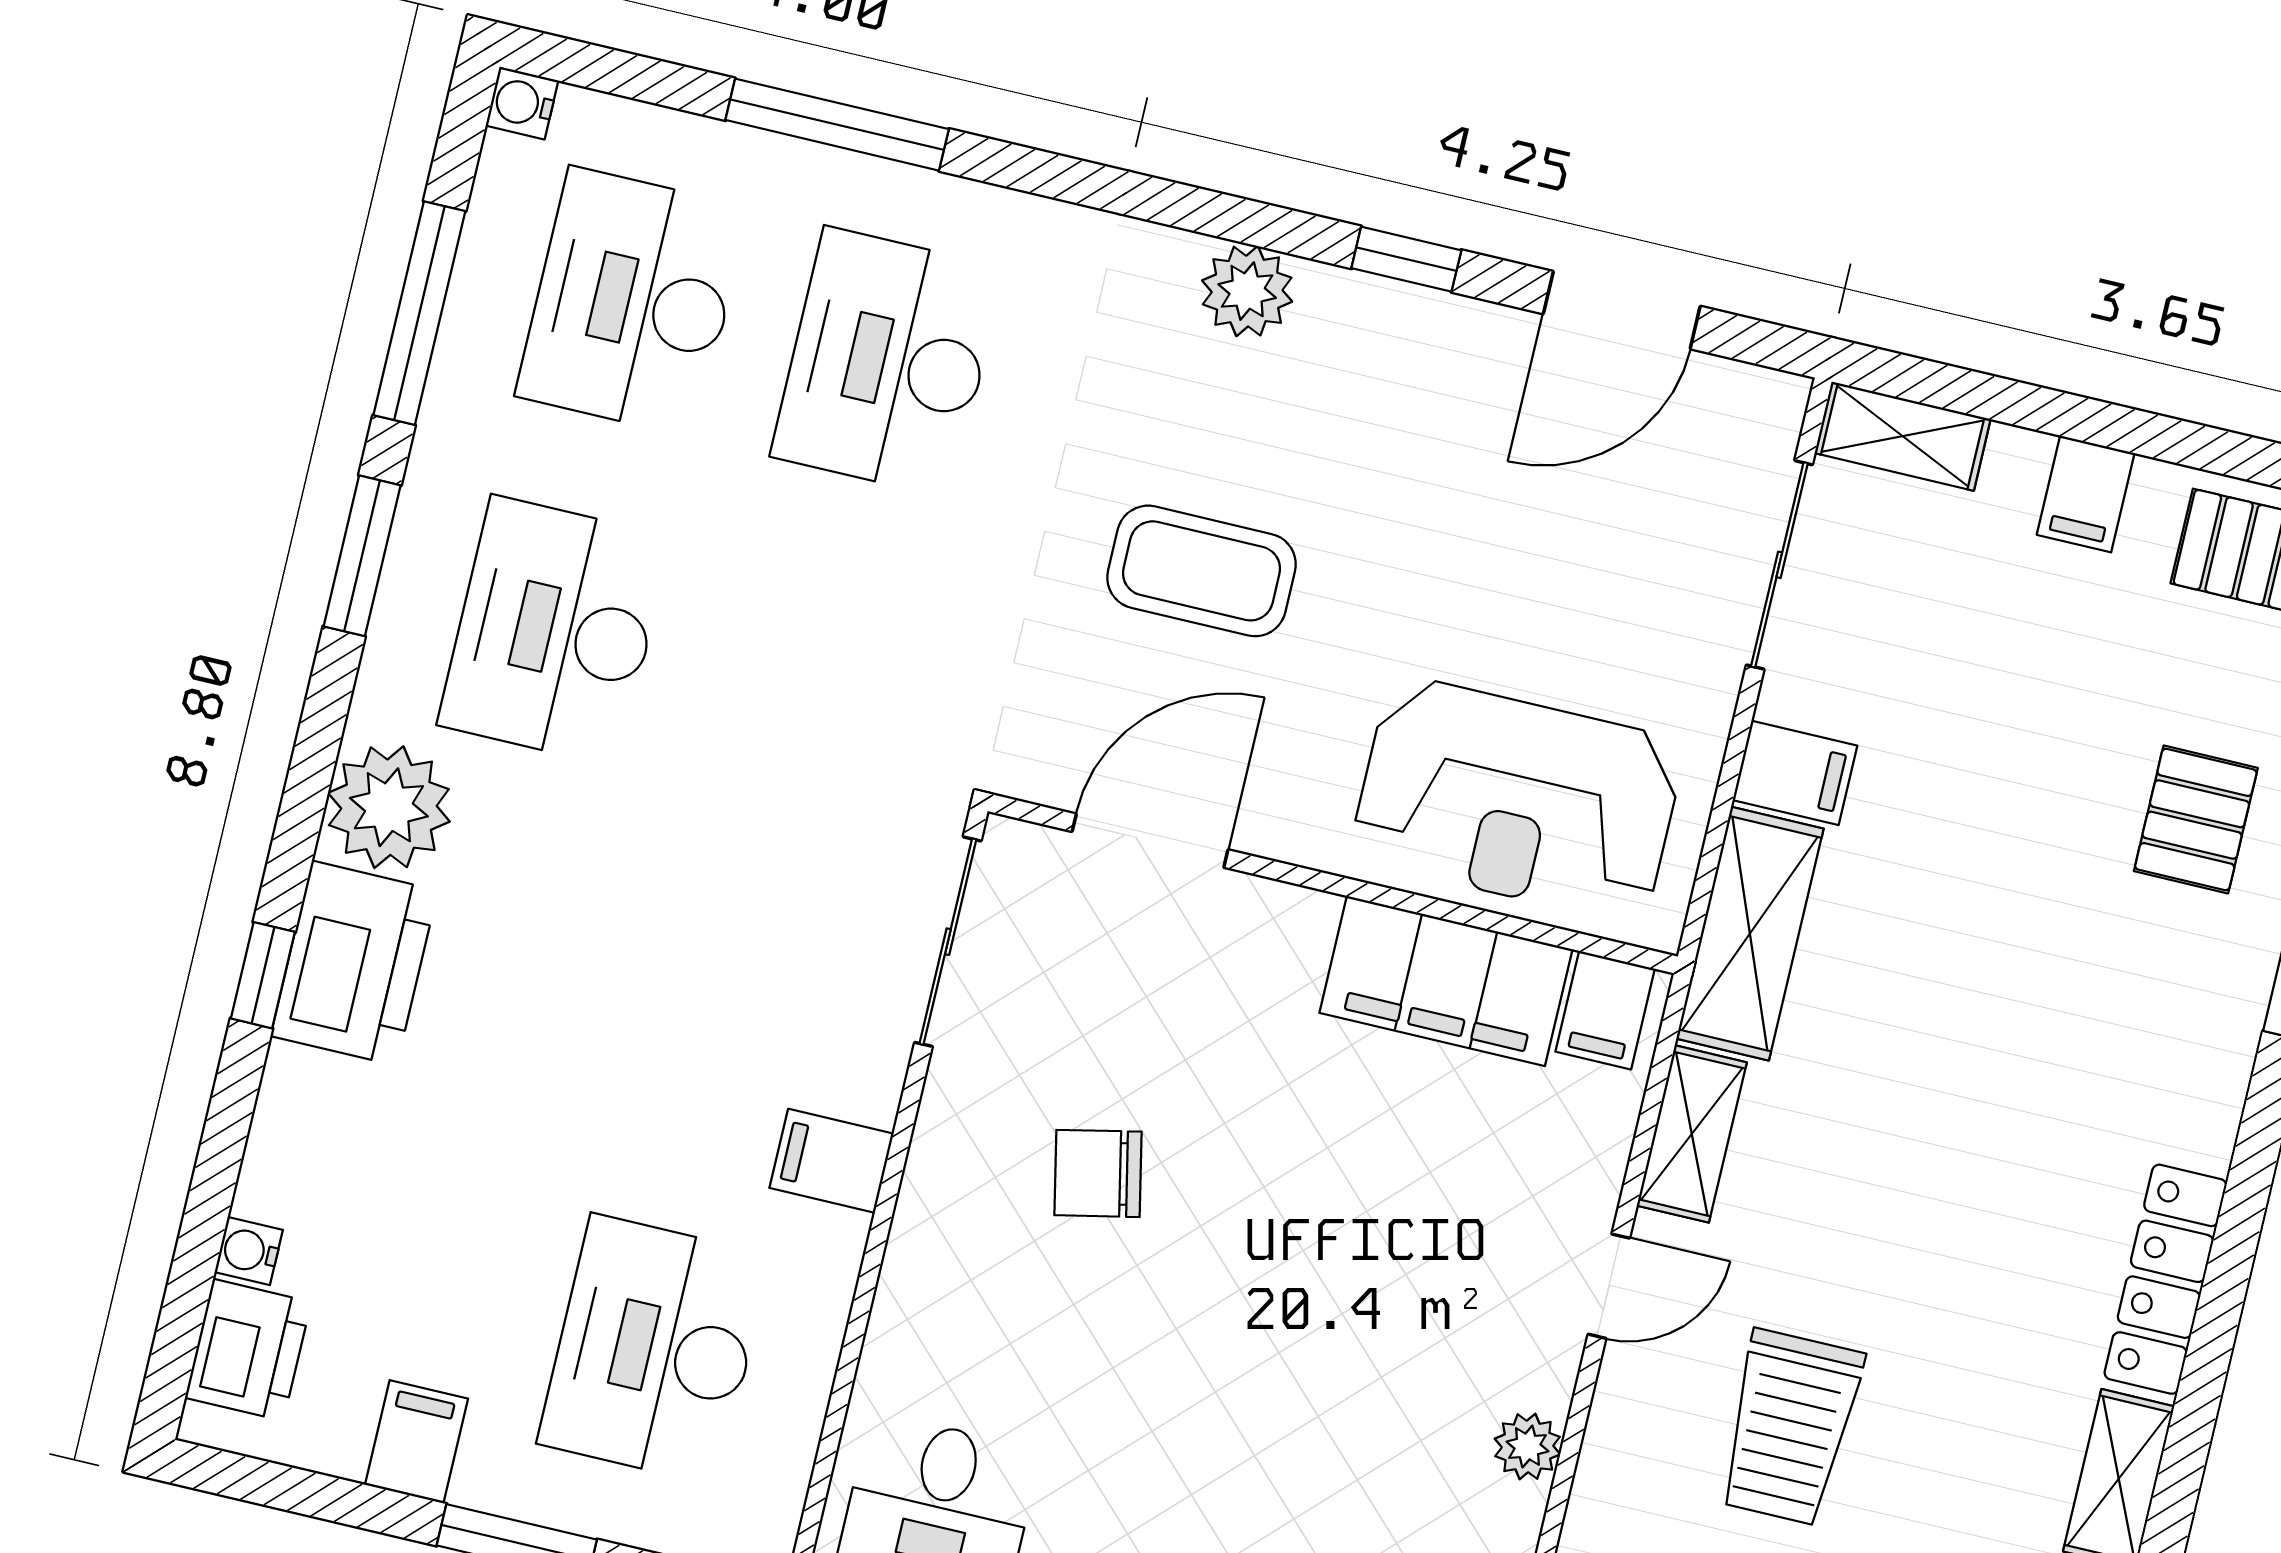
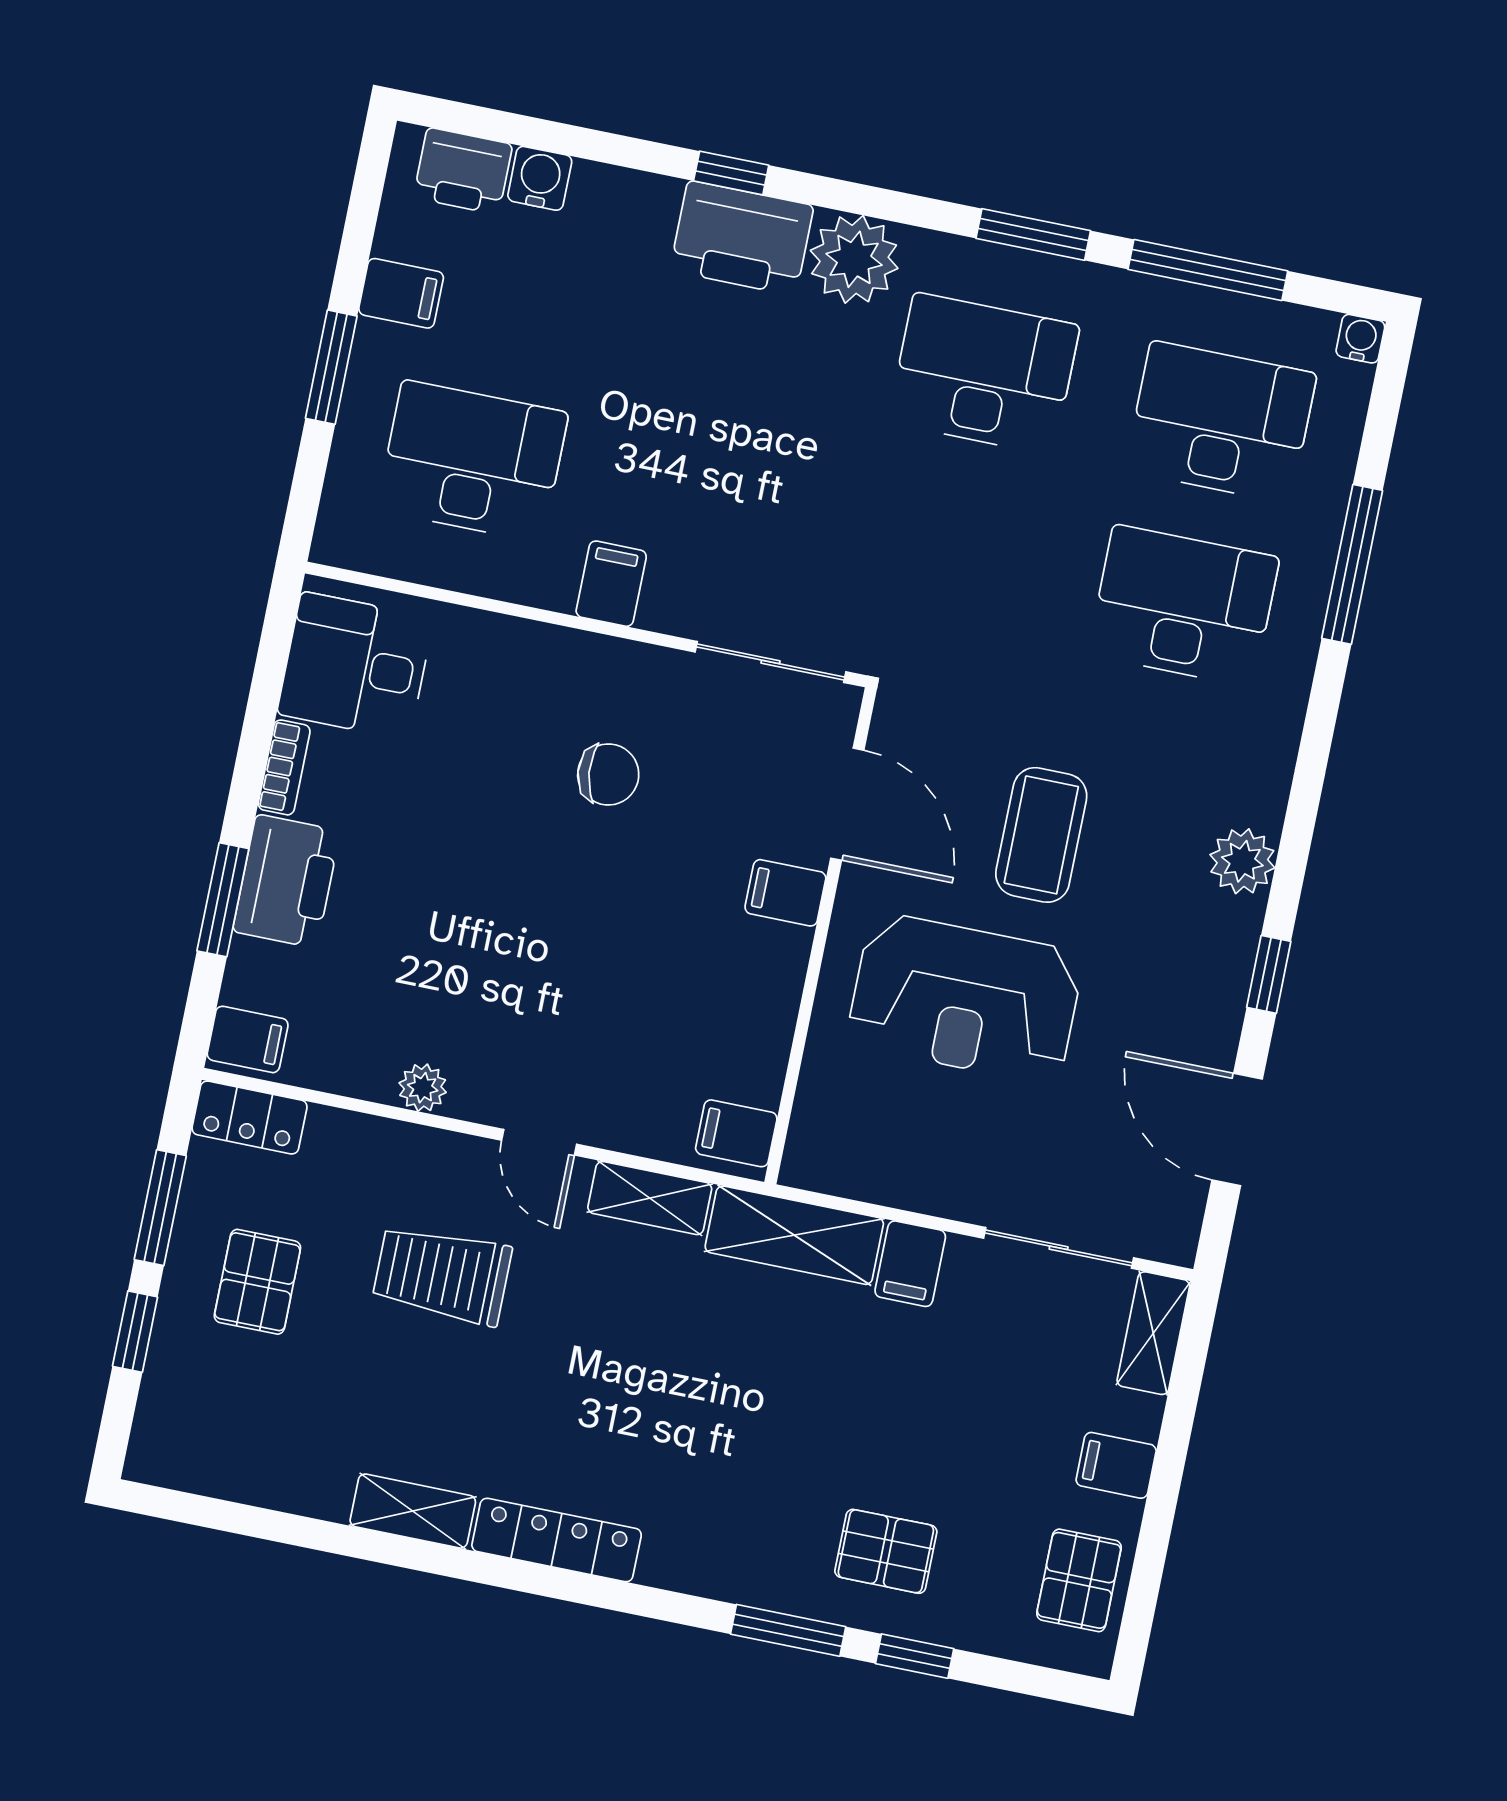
reception desk: (1518, 799) -> (965, 998), moved, turned -90
filing cabinet: (1446, 981) -> (785, 893), moved, width x0.33, depth x0.86
chair: (1098, 1173) -> (608, 774), turned 96
water cooler: (249, 1251) -> (540, 178), width x1.38, depth x1.38

